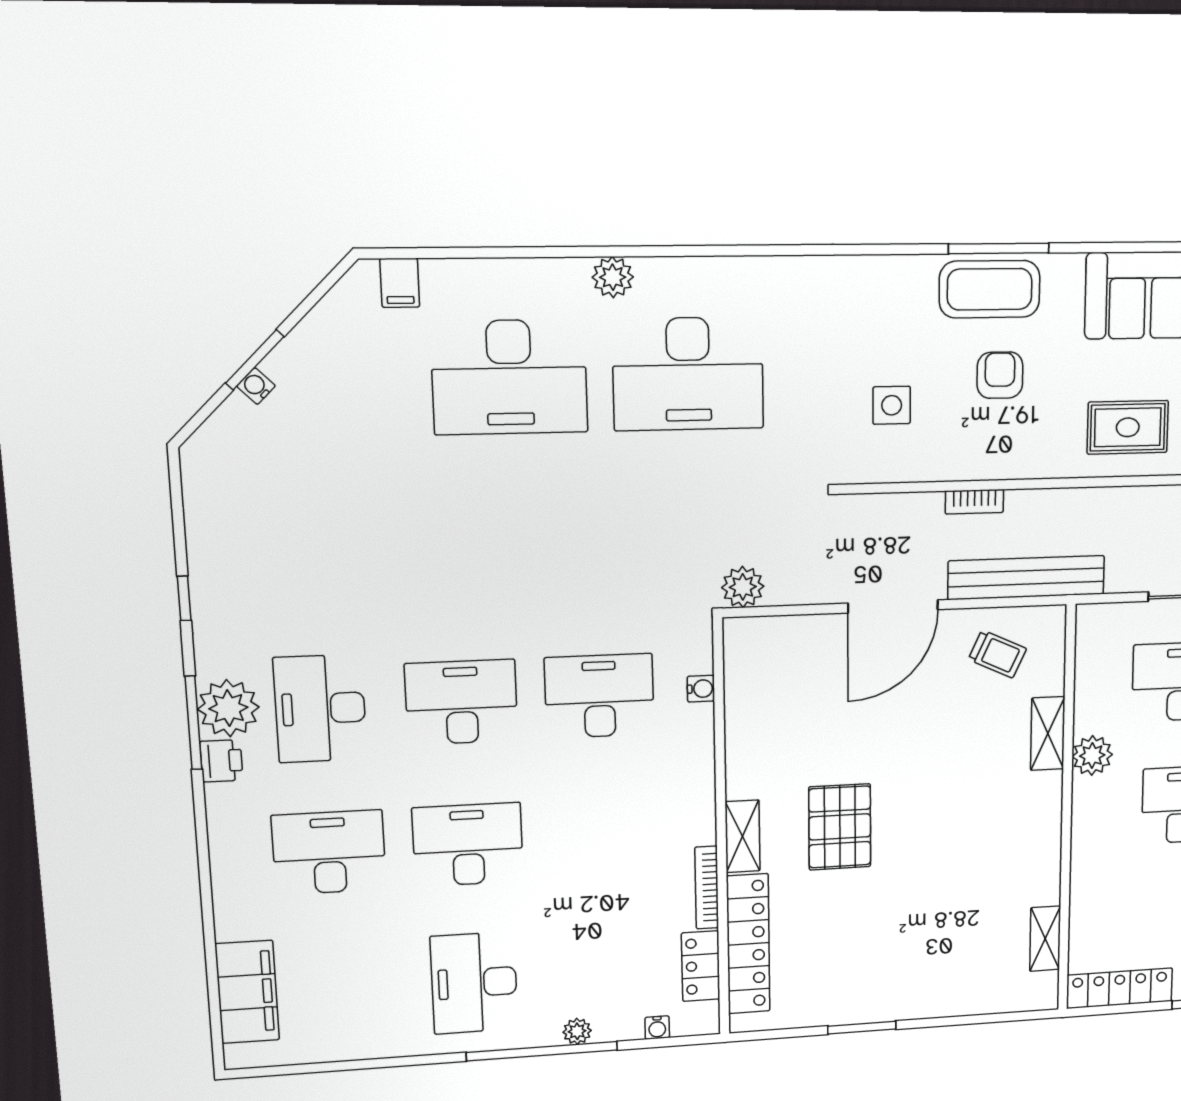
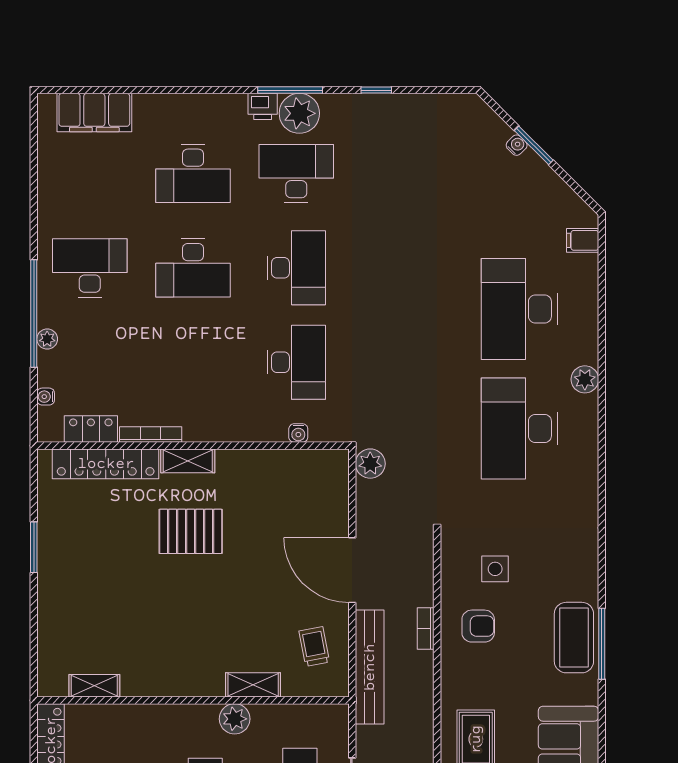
armchair: (1000, 375) -> (478, 626), moved
trolley: (997, 654) -> (314, 646), turned 144
desk: (468, 845) -> (193, 268), turned 90
desk: (329, 852) -> (193, 173), turned 90

